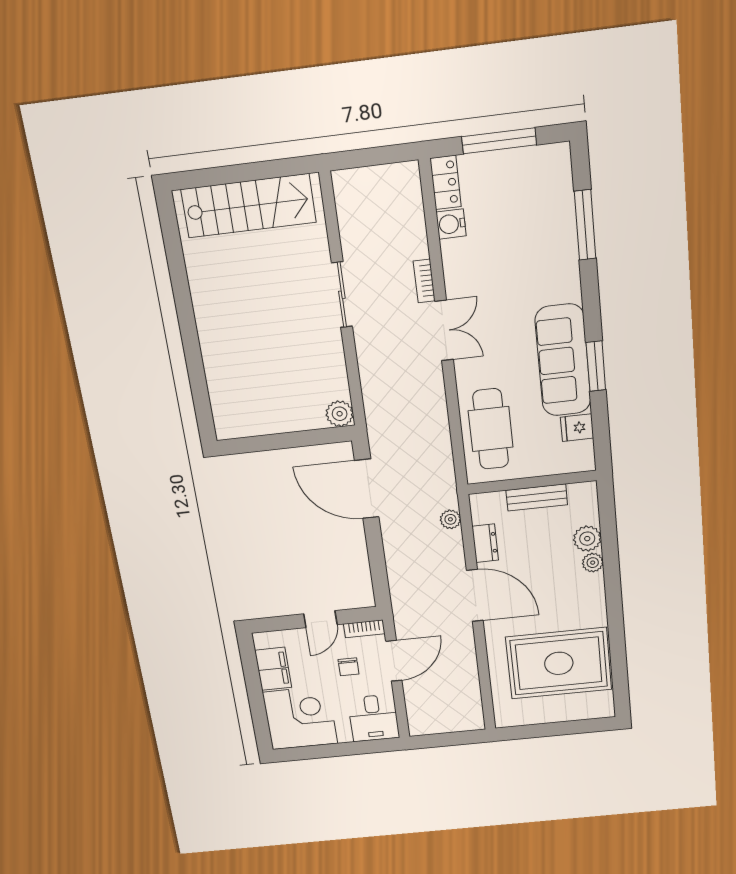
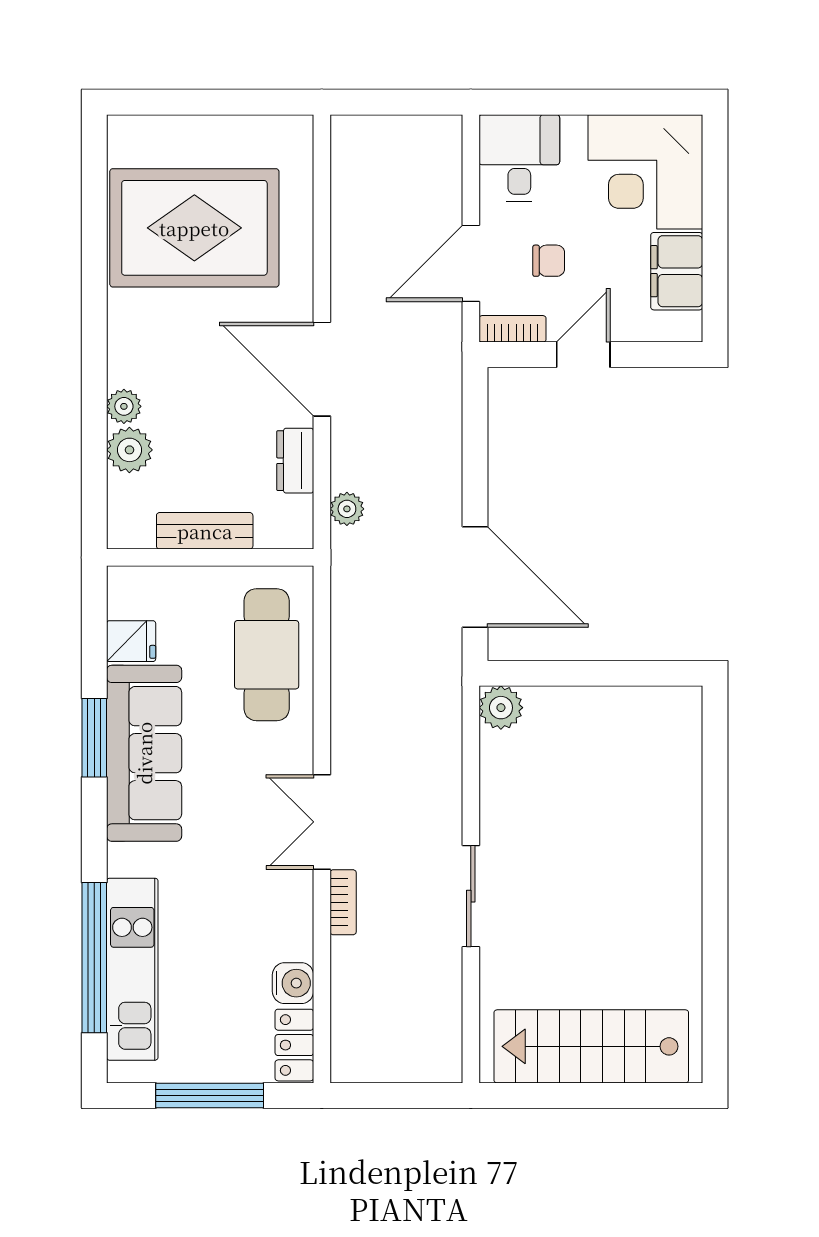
kitchen unit: (559, 220) -> (132, 969), added
window: (585, 225) -> (94, 958), width x1.46
chair: (348, 667) -> (549, 261), turned 90

